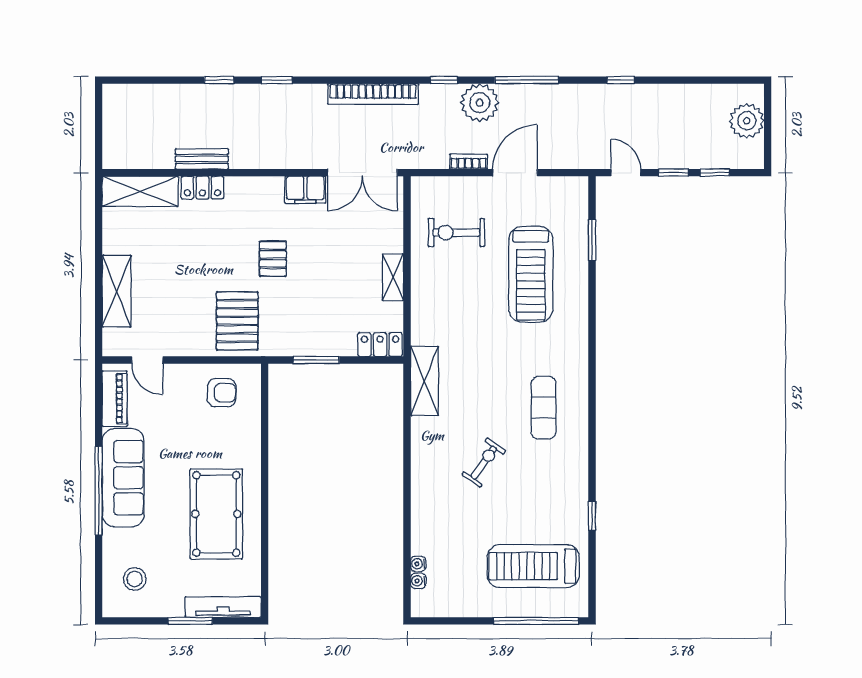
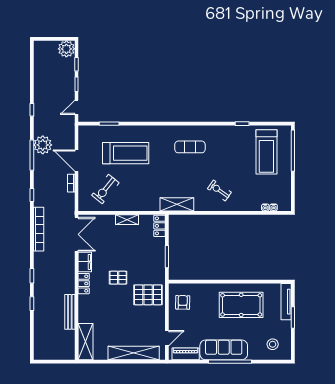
plant: (480, 103) -> (43, 145), moved
plant: (747, 121) -> (66, 49), moved
bench: (202, 159) -> (70, 312), width x1.36
locker: (202, 188) -> (84, 284), moved
exercise bike: (456, 233) -> (105, 189), turned 39
shelving: (117, 291) -> (134, 353), width x1.47
exercise bike: (484, 463) -> (219, 190), moved

